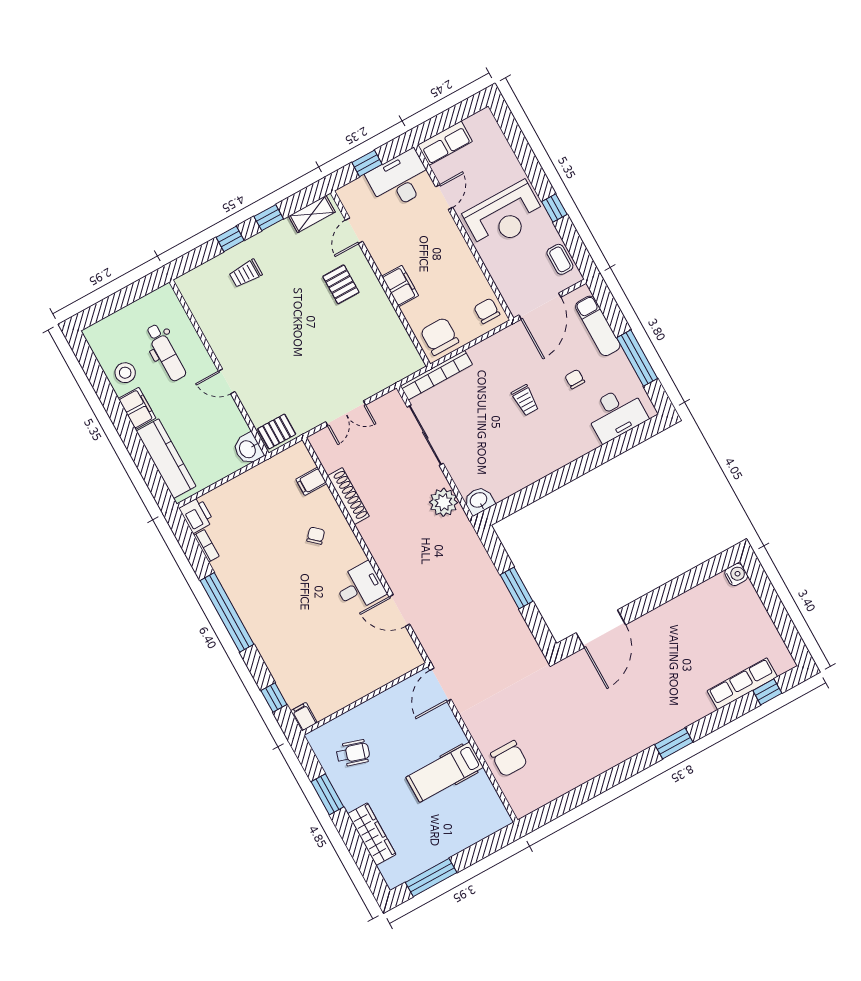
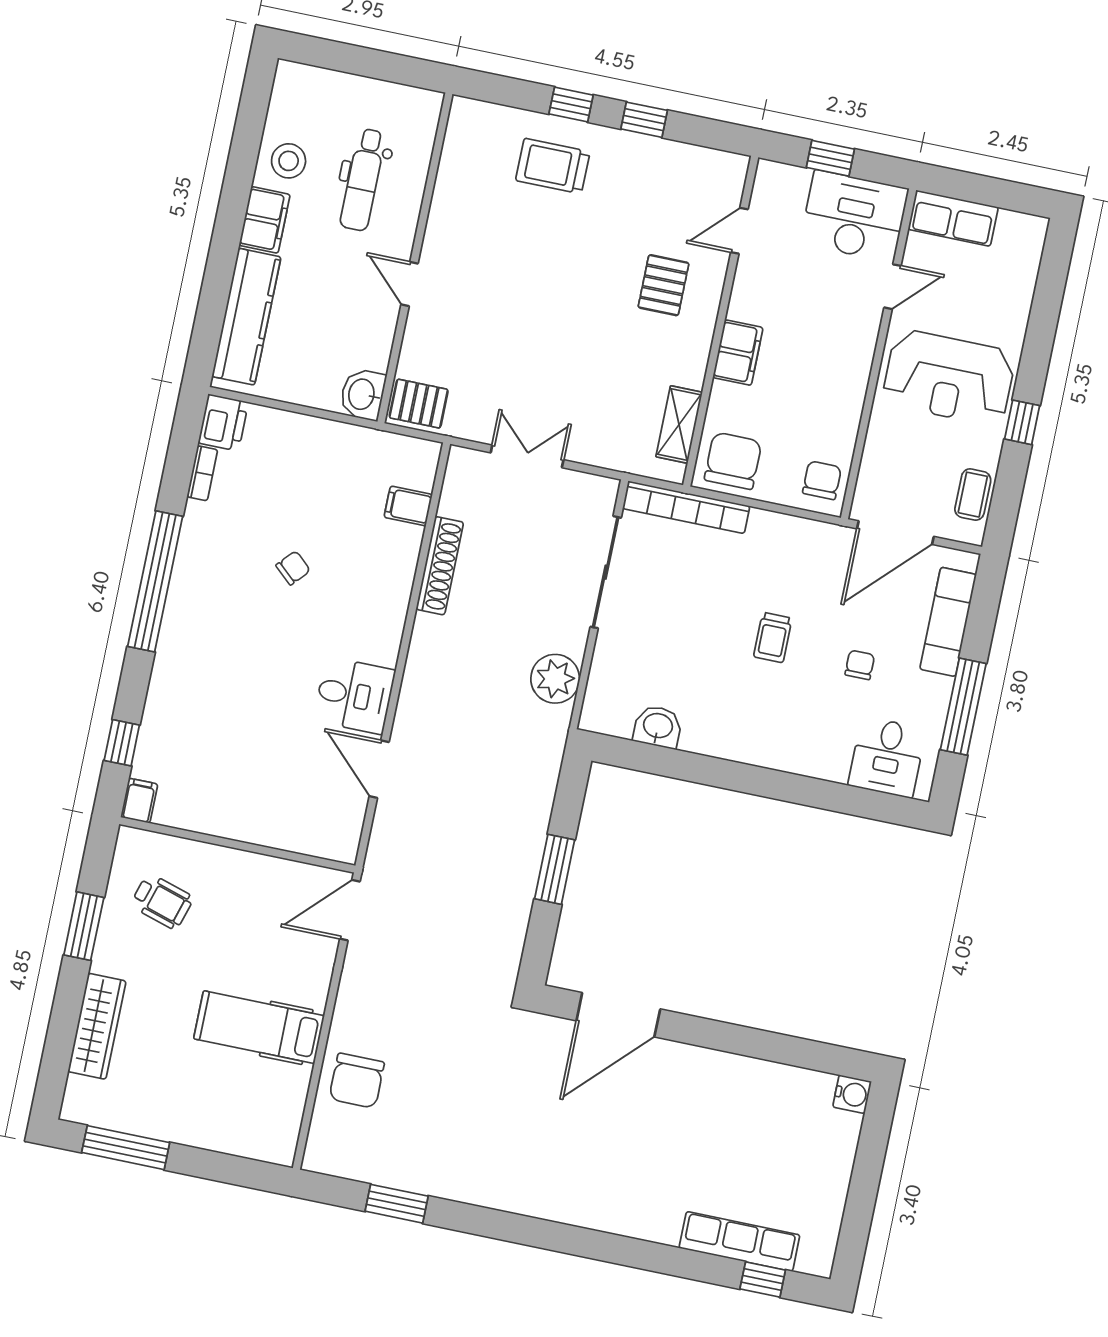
shelving: (312, 214) -> (679, 425), moved, turned 90
trolley: (246, 273) -> (553, 166), width x1.36, depth x1.39
double door: (346, 413) -> (527, 456), swing flipped
desk: (616, 414) -> (887, 757), width x0.73
washbasin: (479, 501) -> (658, 727), moved
chair: (316, 536) -> (293, 568), moved
window: (674, 743) -> (397, 1204), moved

